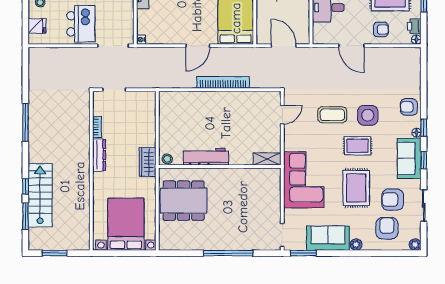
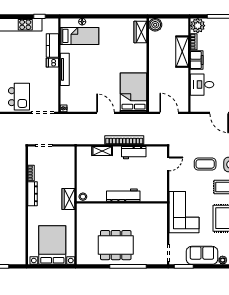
door: (198, 46) -> (105, 113), swing flipped
workbench: (236, 99) -> (134, 153), added
workbench: (206, 157) -> (123, 195), moved
shelving: (267, 159) -> (102, 151), moved
dining table: (184, 201) -> (116, 245), moved

